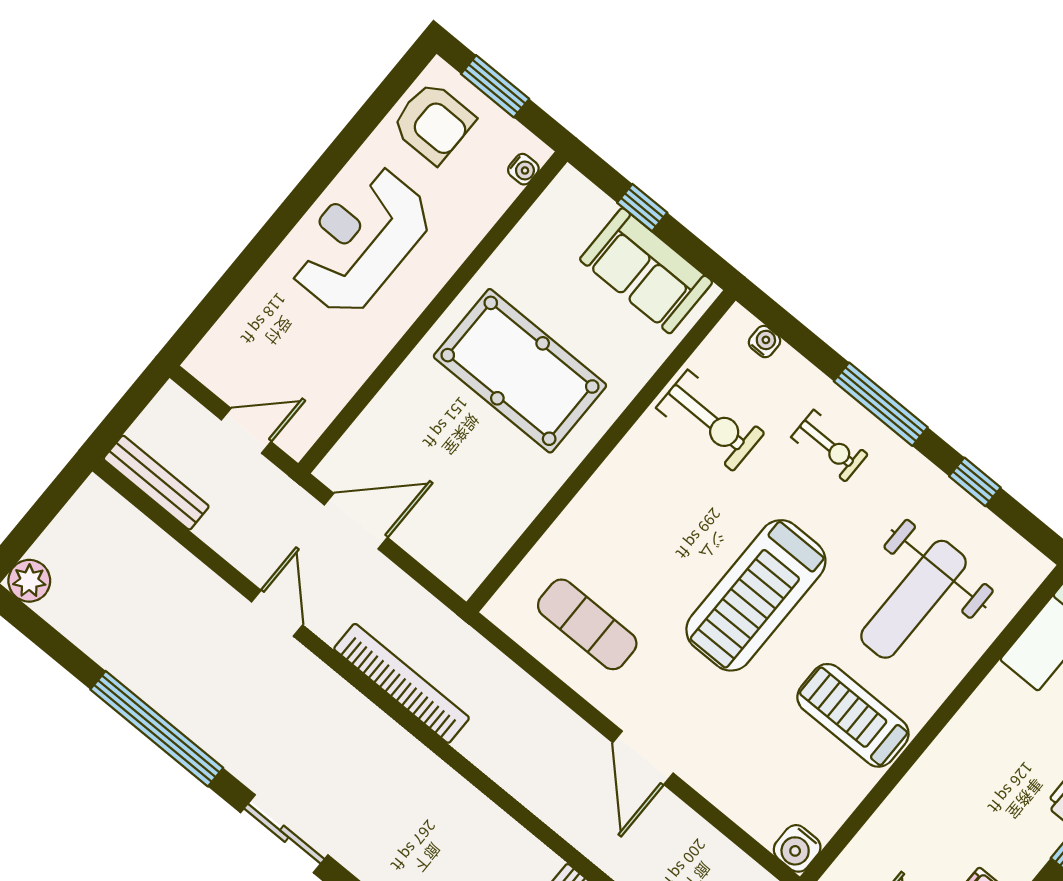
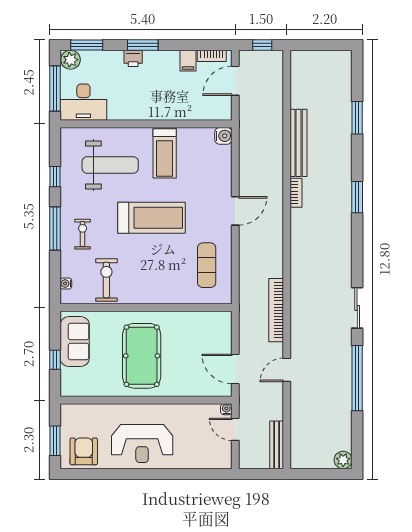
water cooler: (523, 169) -> (226, 409), moved

